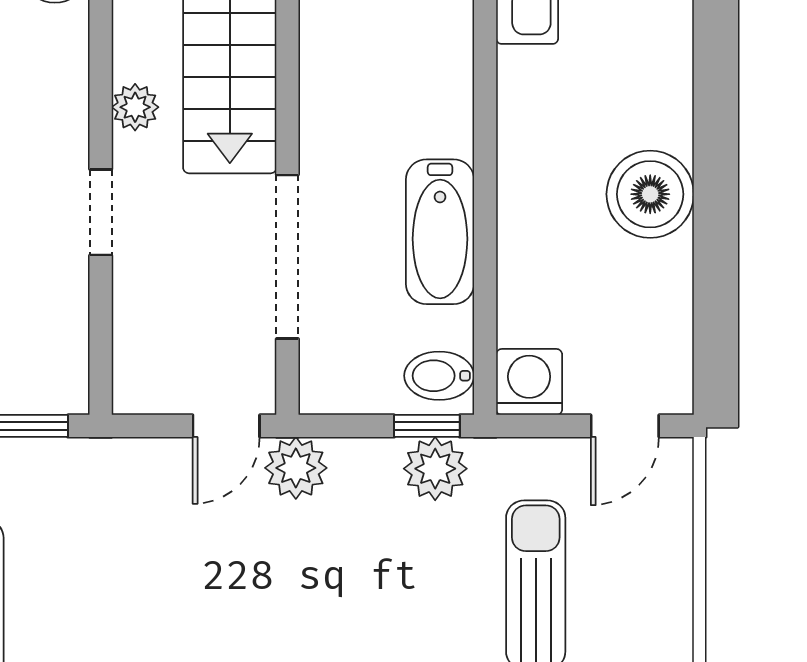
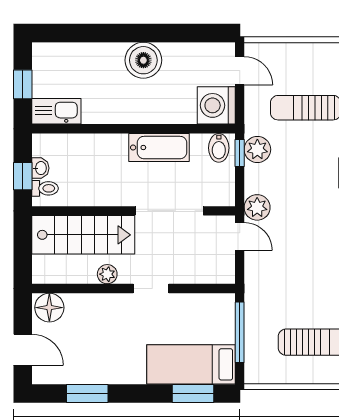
washing machine: (529, 382) -> (216, 105), width x1.37, depth x1.37

